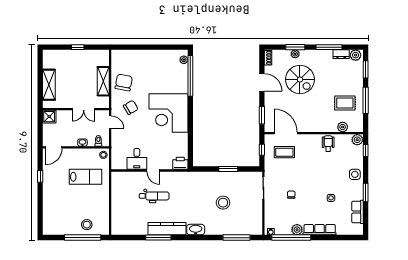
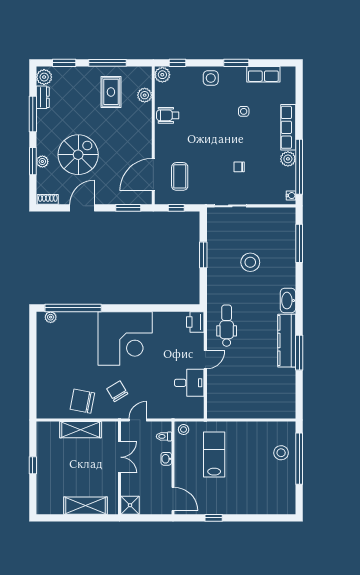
dental chair: (154, 196) -> (227, 326), moved

